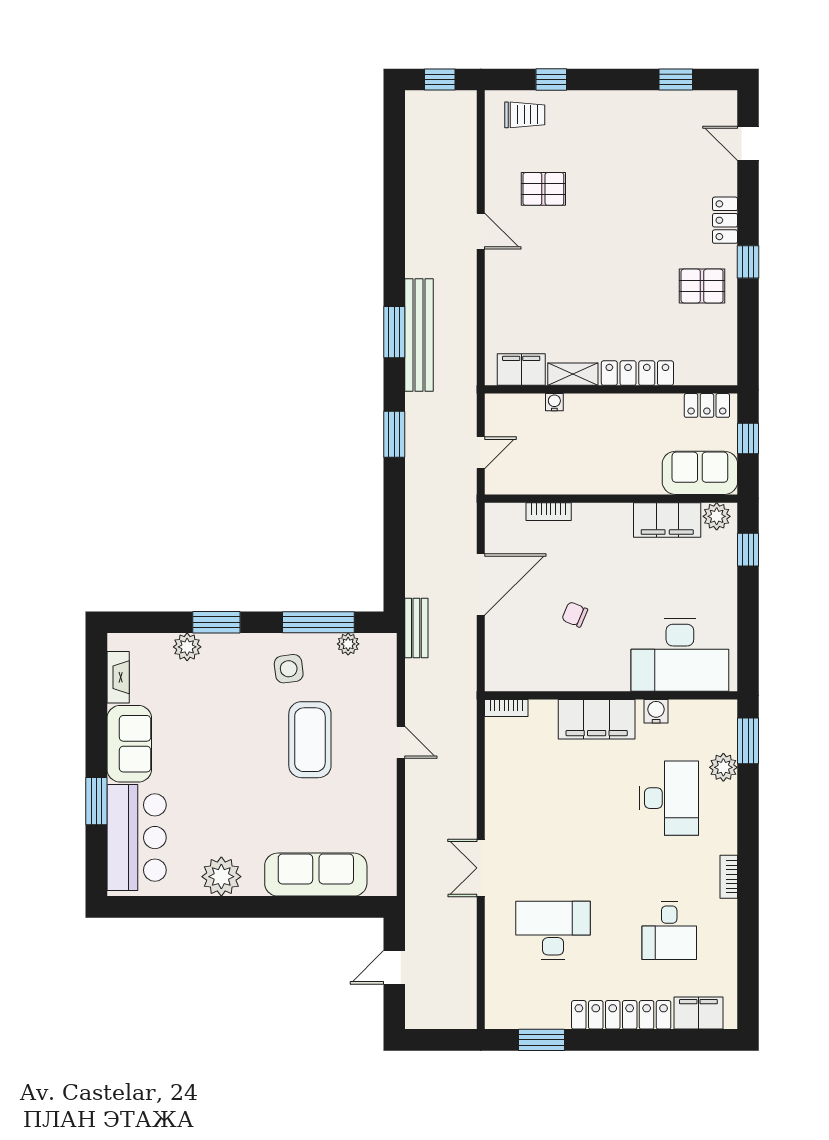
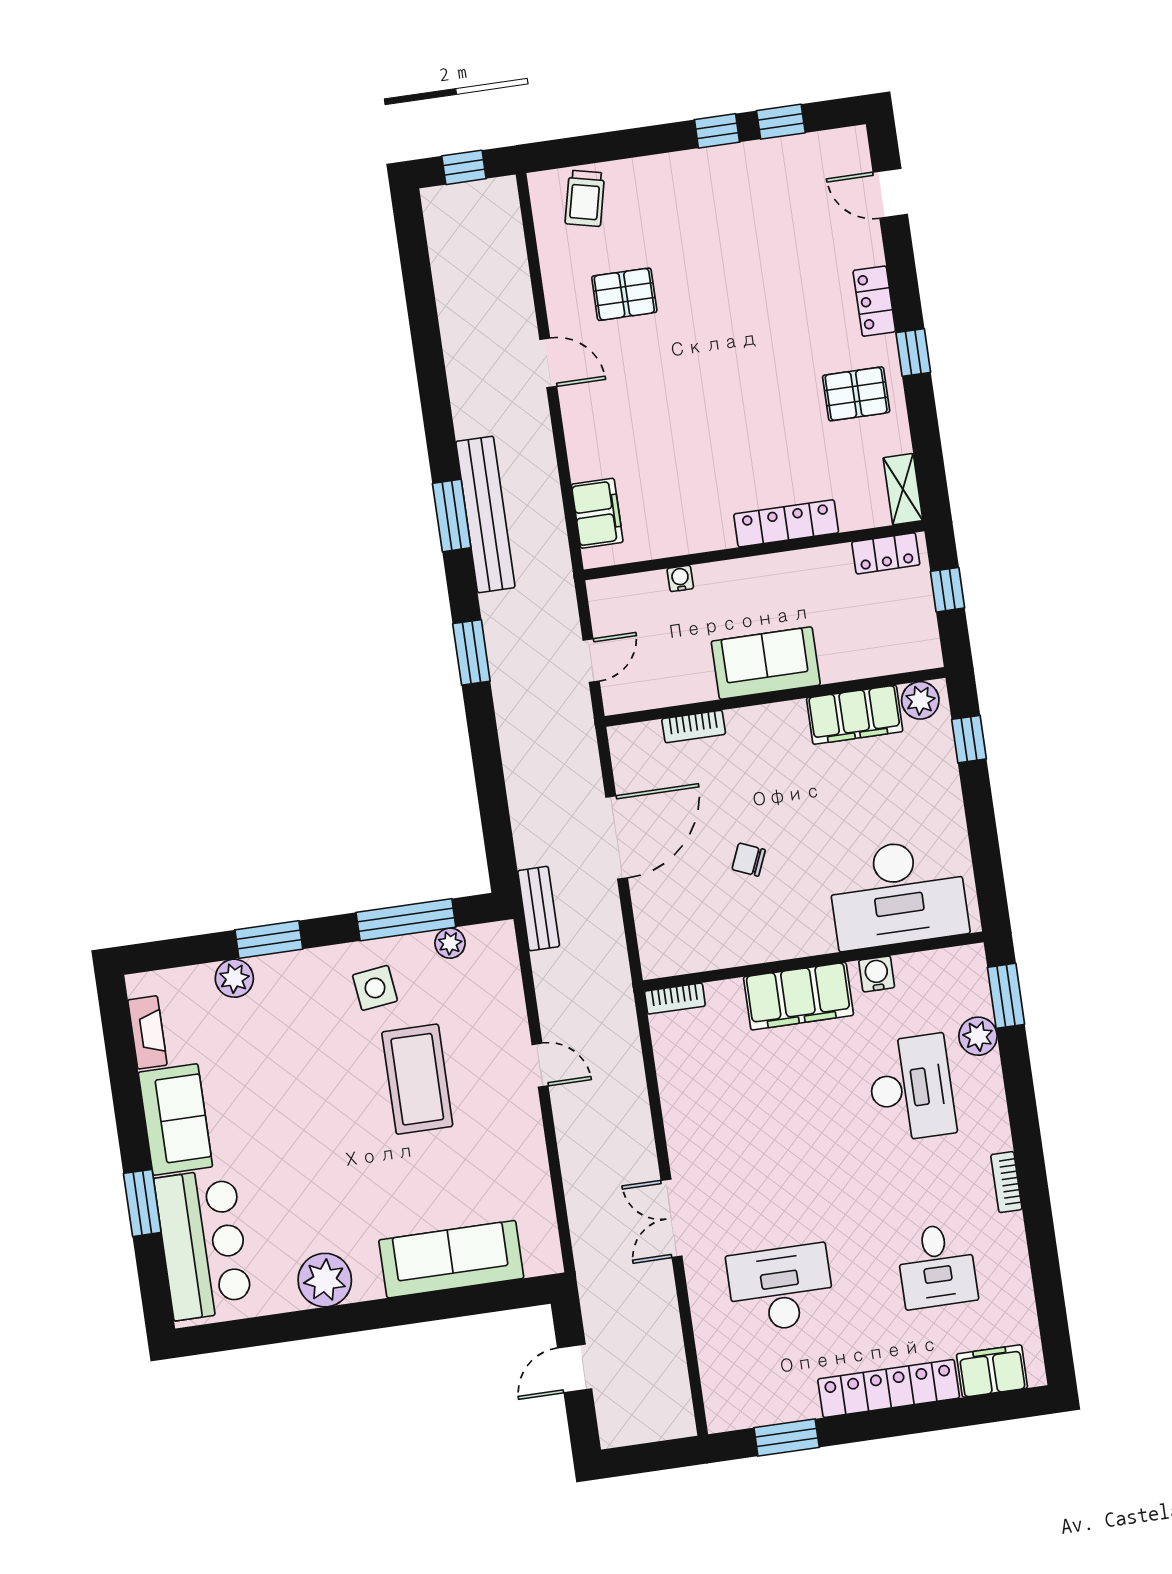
window: (551, 80) -> (717, 131), moved
trolley: (525, 115) -> (585, 198), turned 103
filing cabinet: (521, 370) -> (597, 513), moved, turned 90
shelving: (573, 374) -> (903, 489), moved, turned 90
sofa: (700, 473) -> (766, 663), moved

